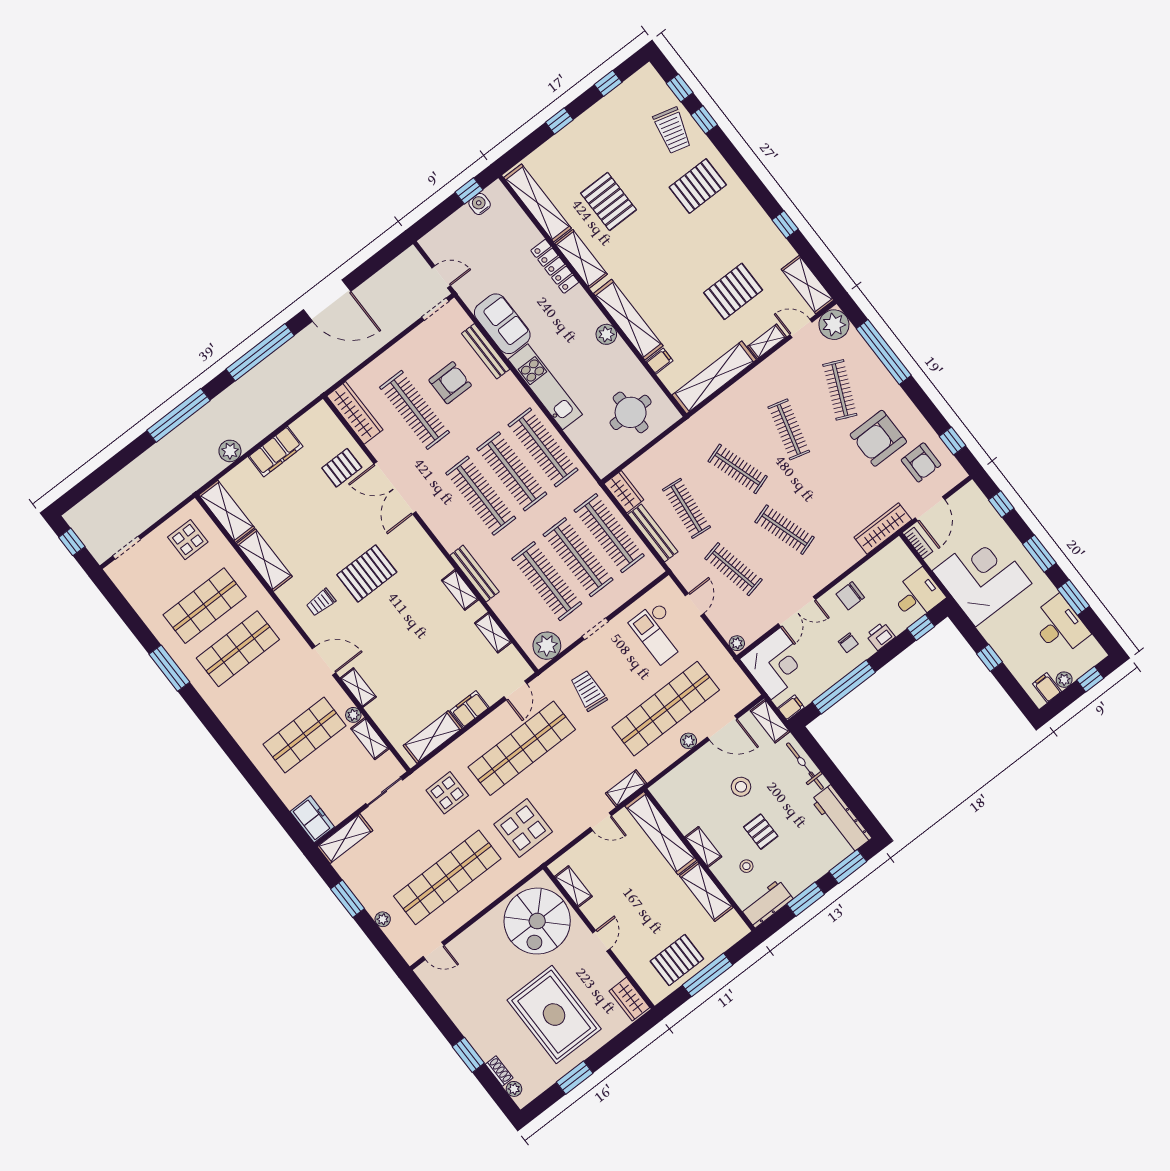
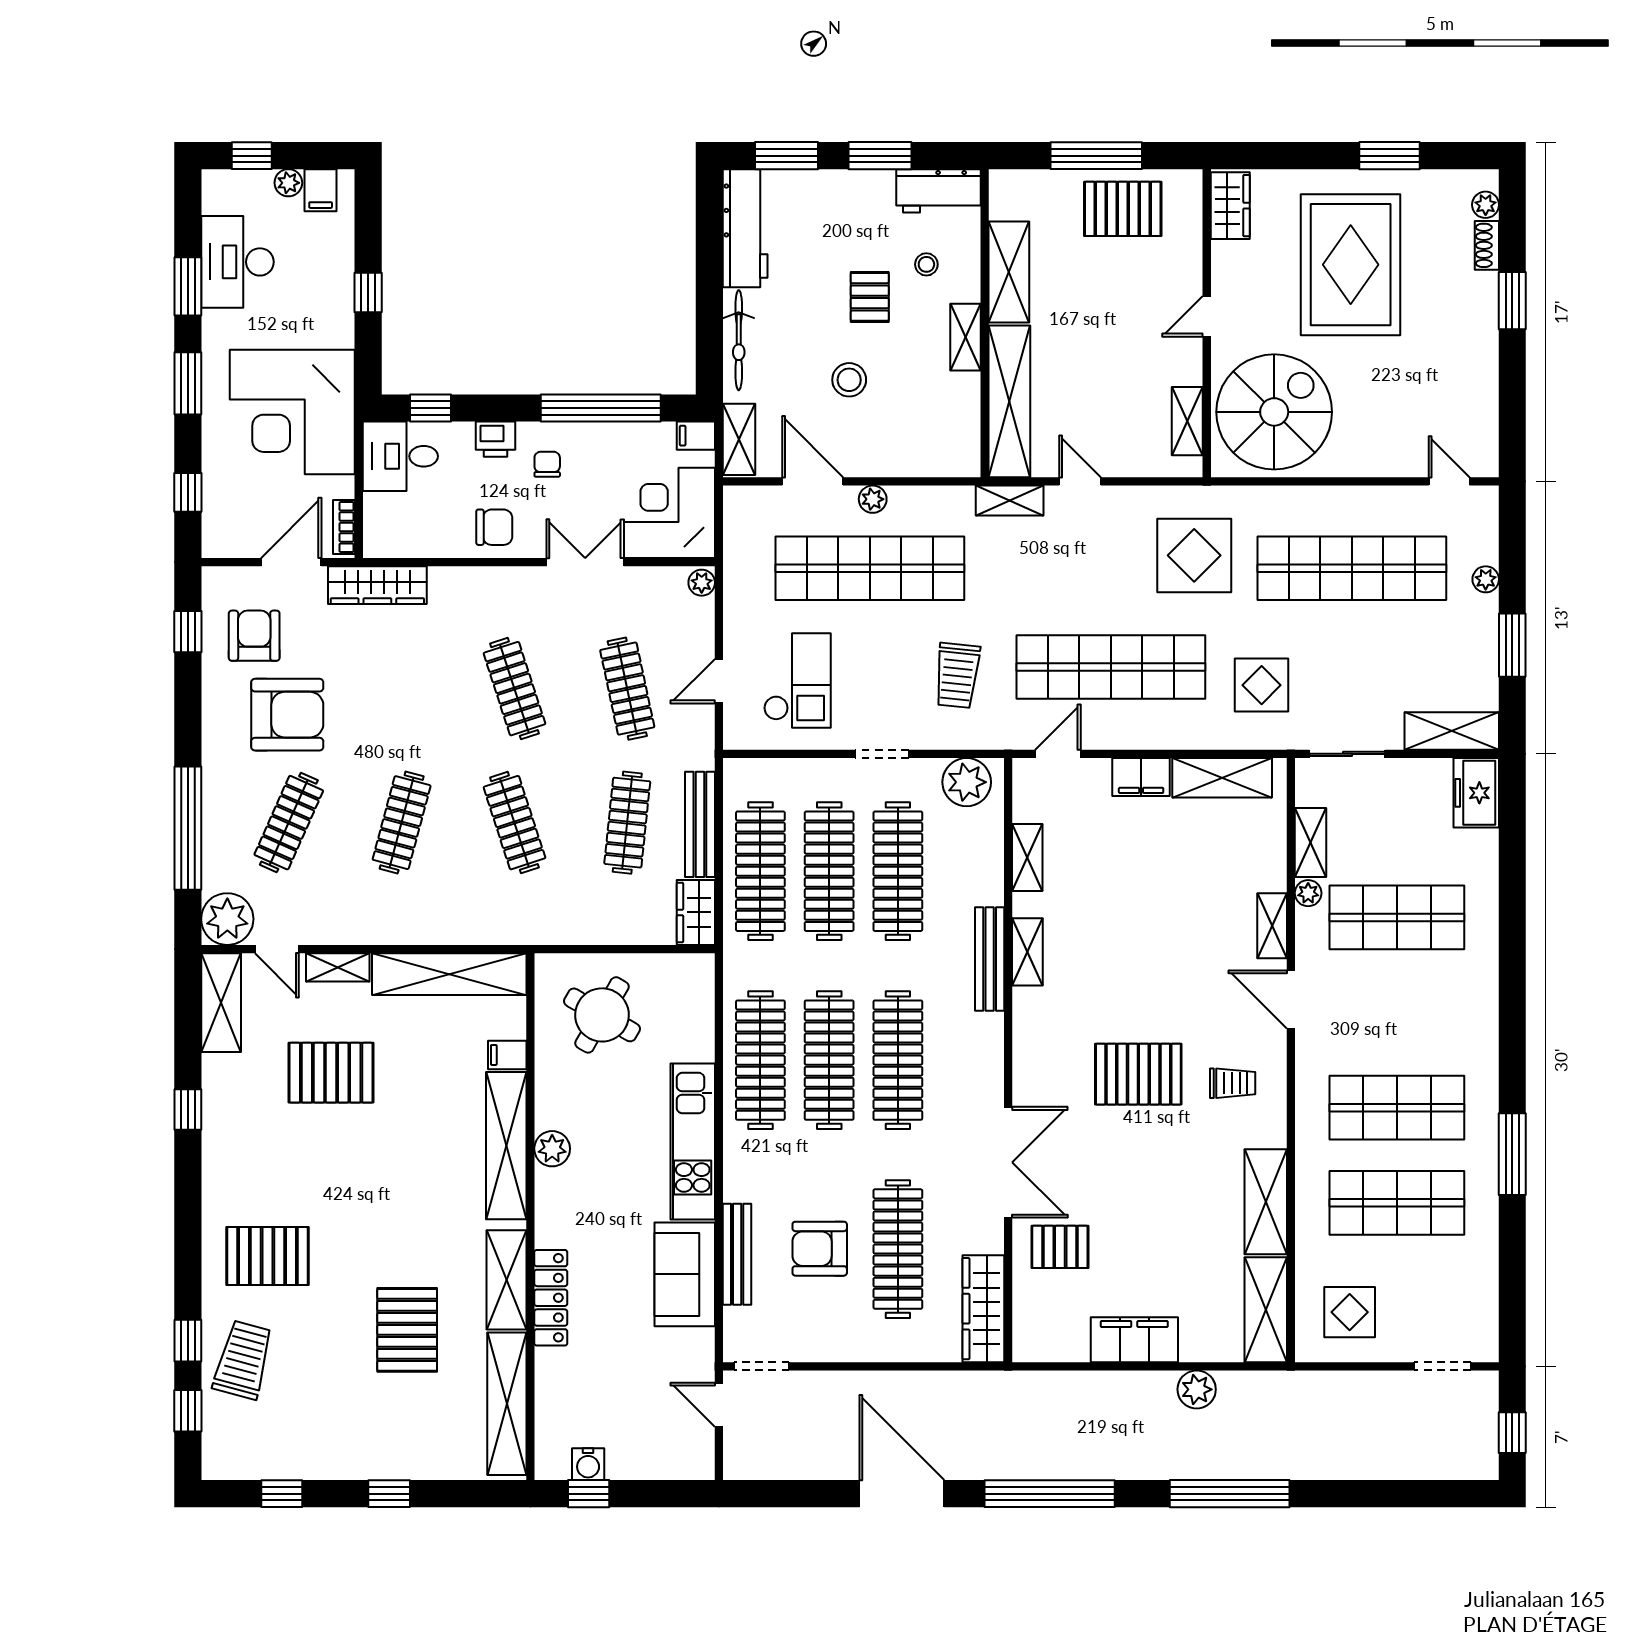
round table: (631, 412) -> (602, 1015), turned 30

